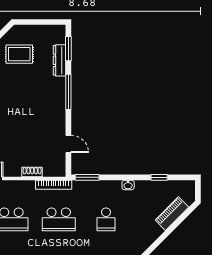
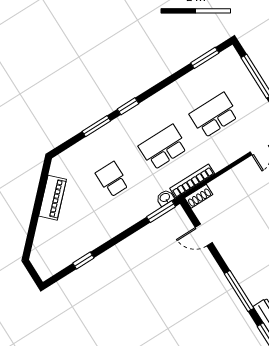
shoe rack: (32, 172) -> (199, 196), moved
washbasin: (128, 185) -> (165, 198), moved
piano: (172, 214) -> (53, 198), moved

